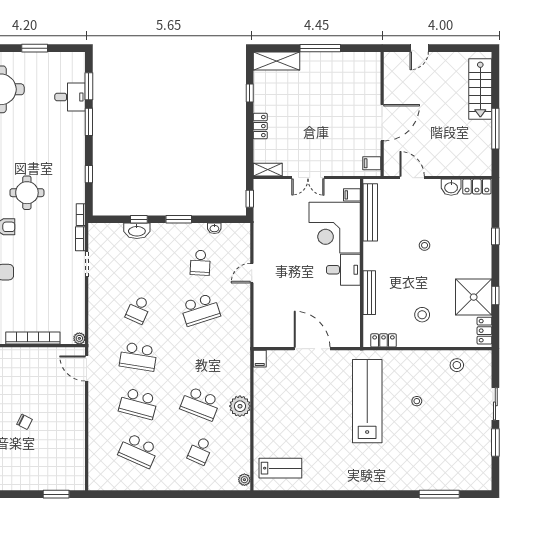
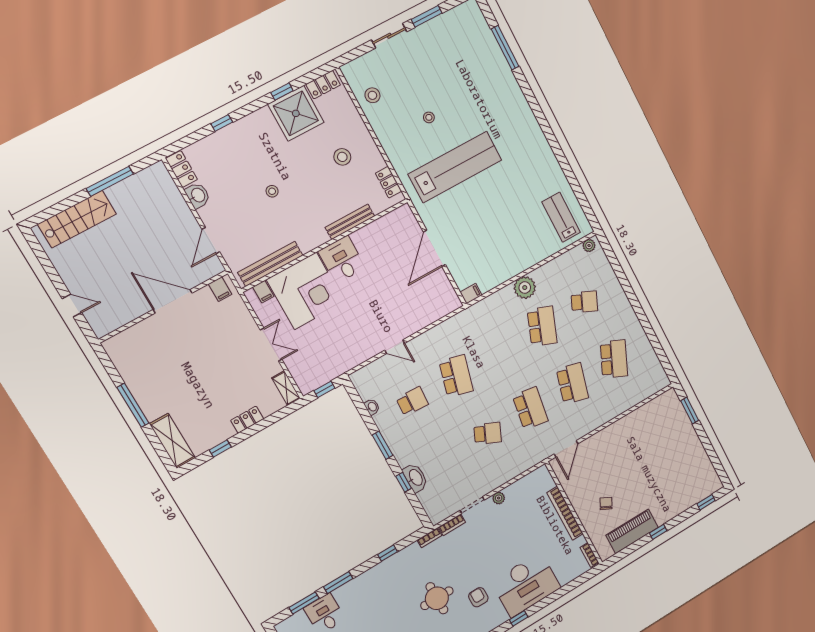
school desk: (200, 310) -> (456, 376), turned 33
plant: (79, 338) -> (499, 498), moved
lab bench: (367, 401) -> (455, 167), turned 180
chair: (25, 422) -> (606, 503), moved

